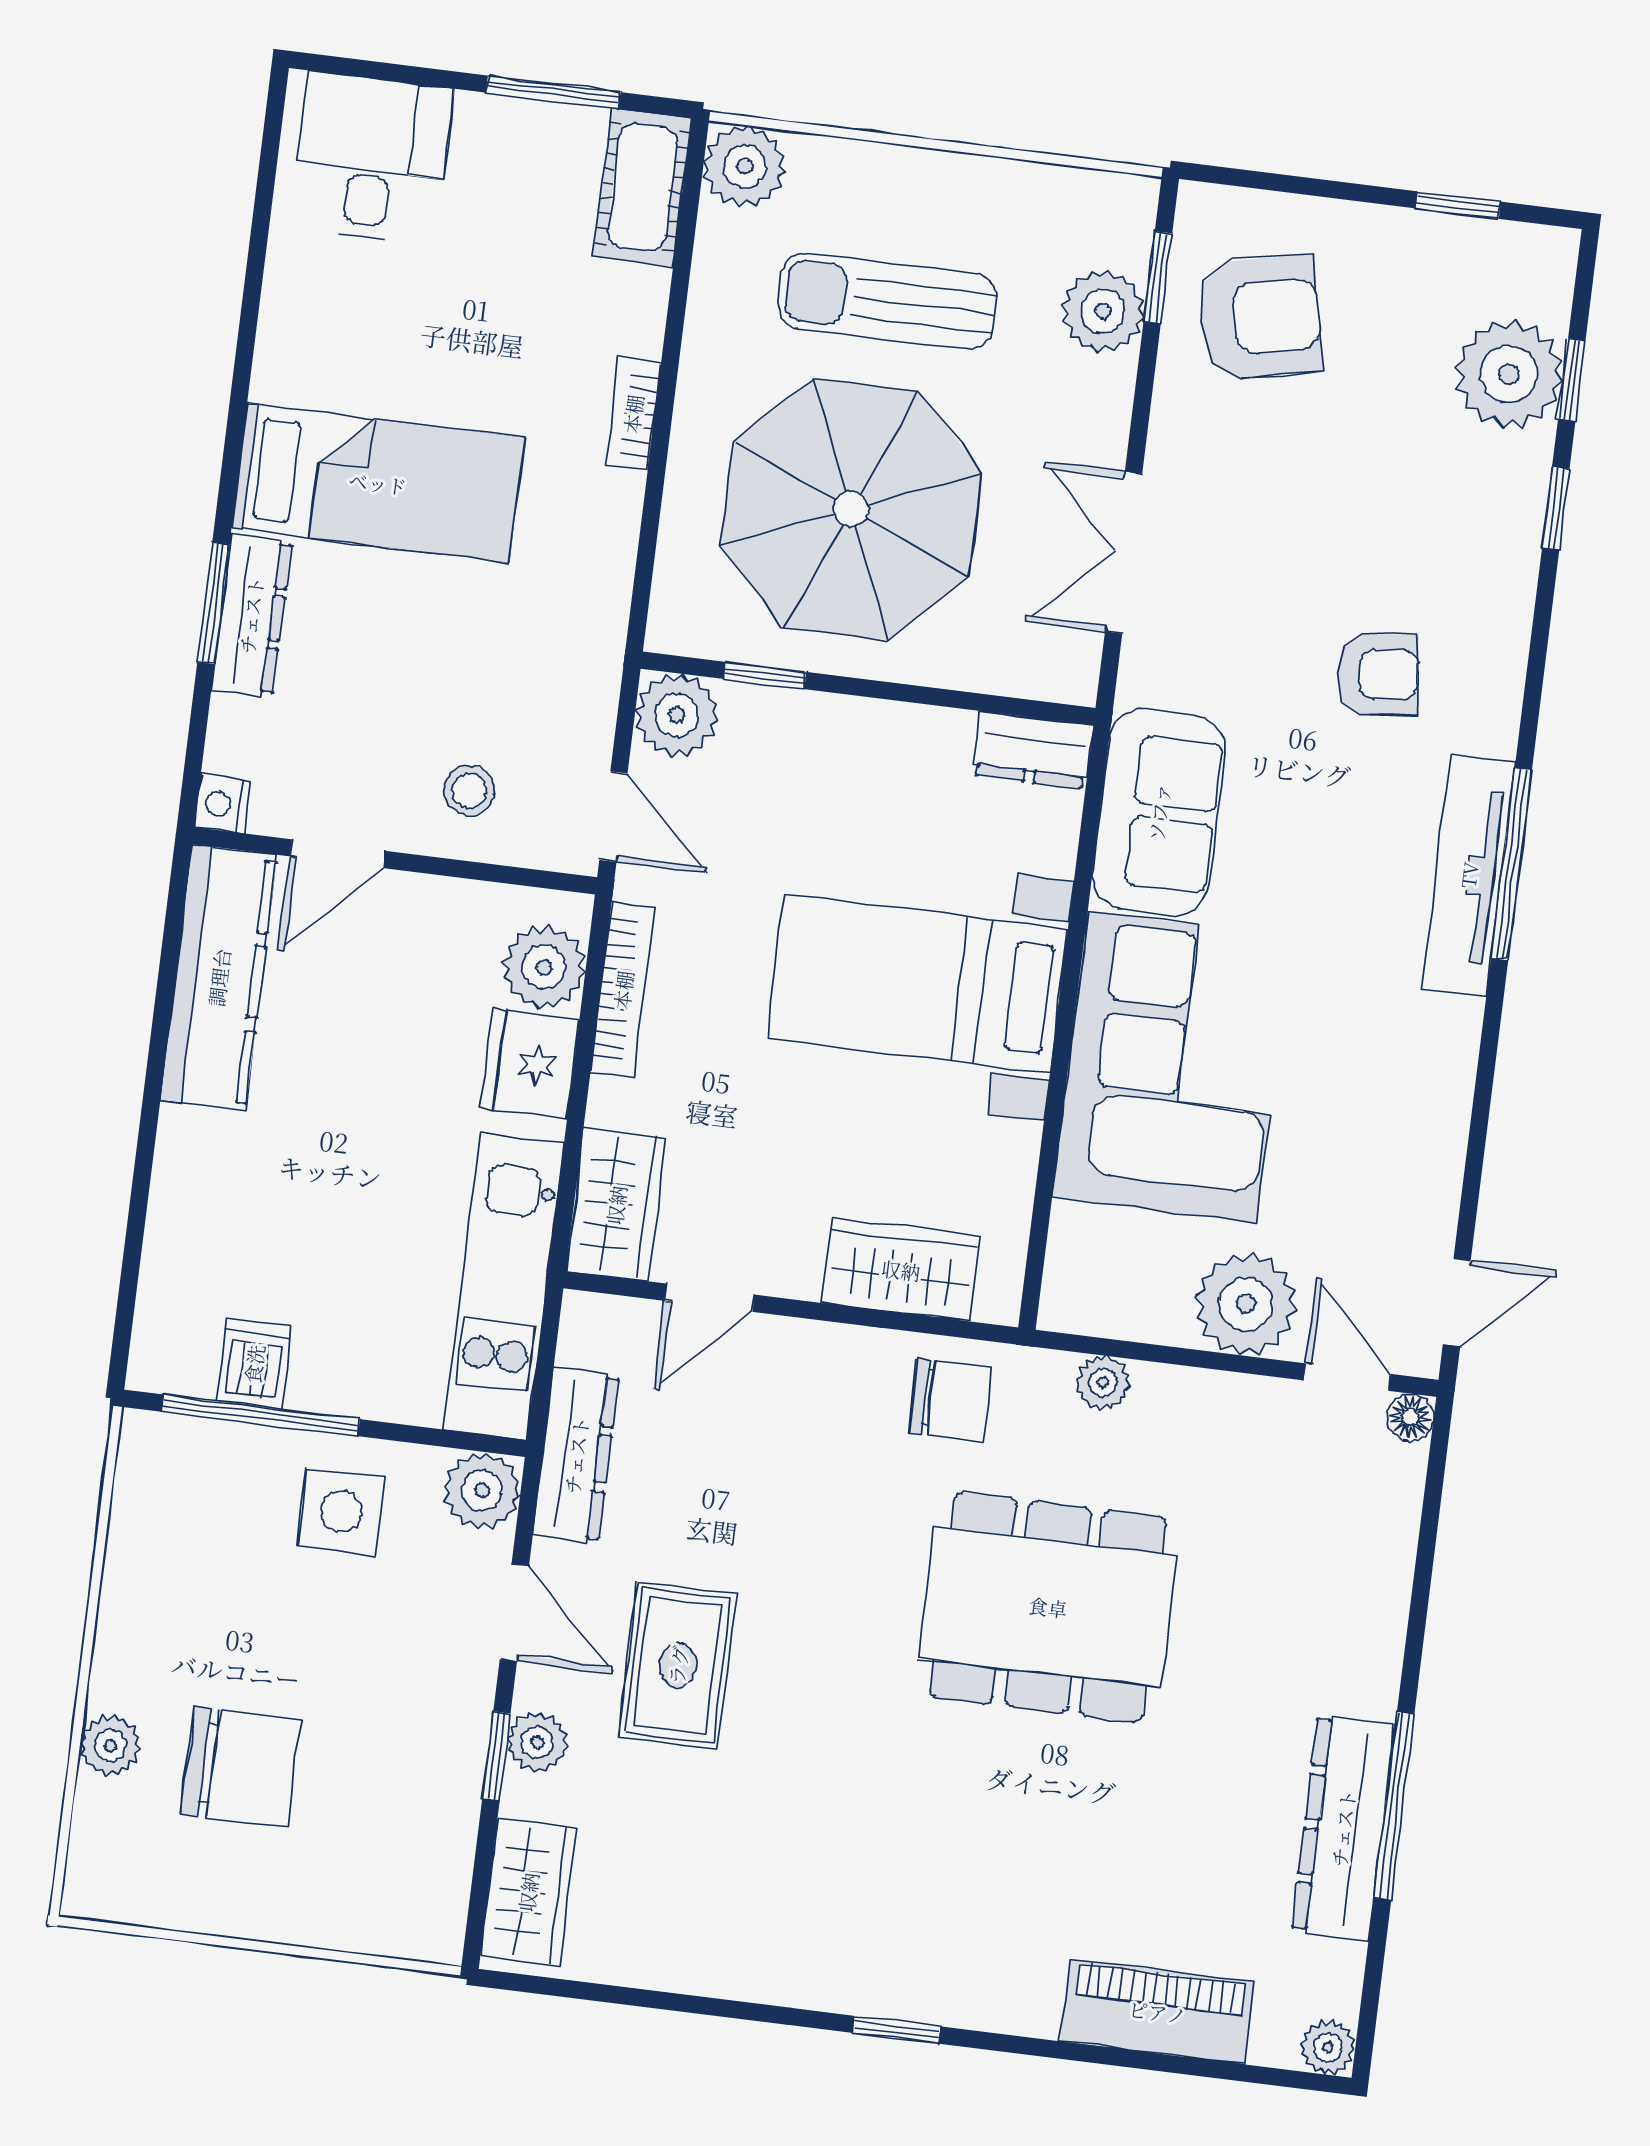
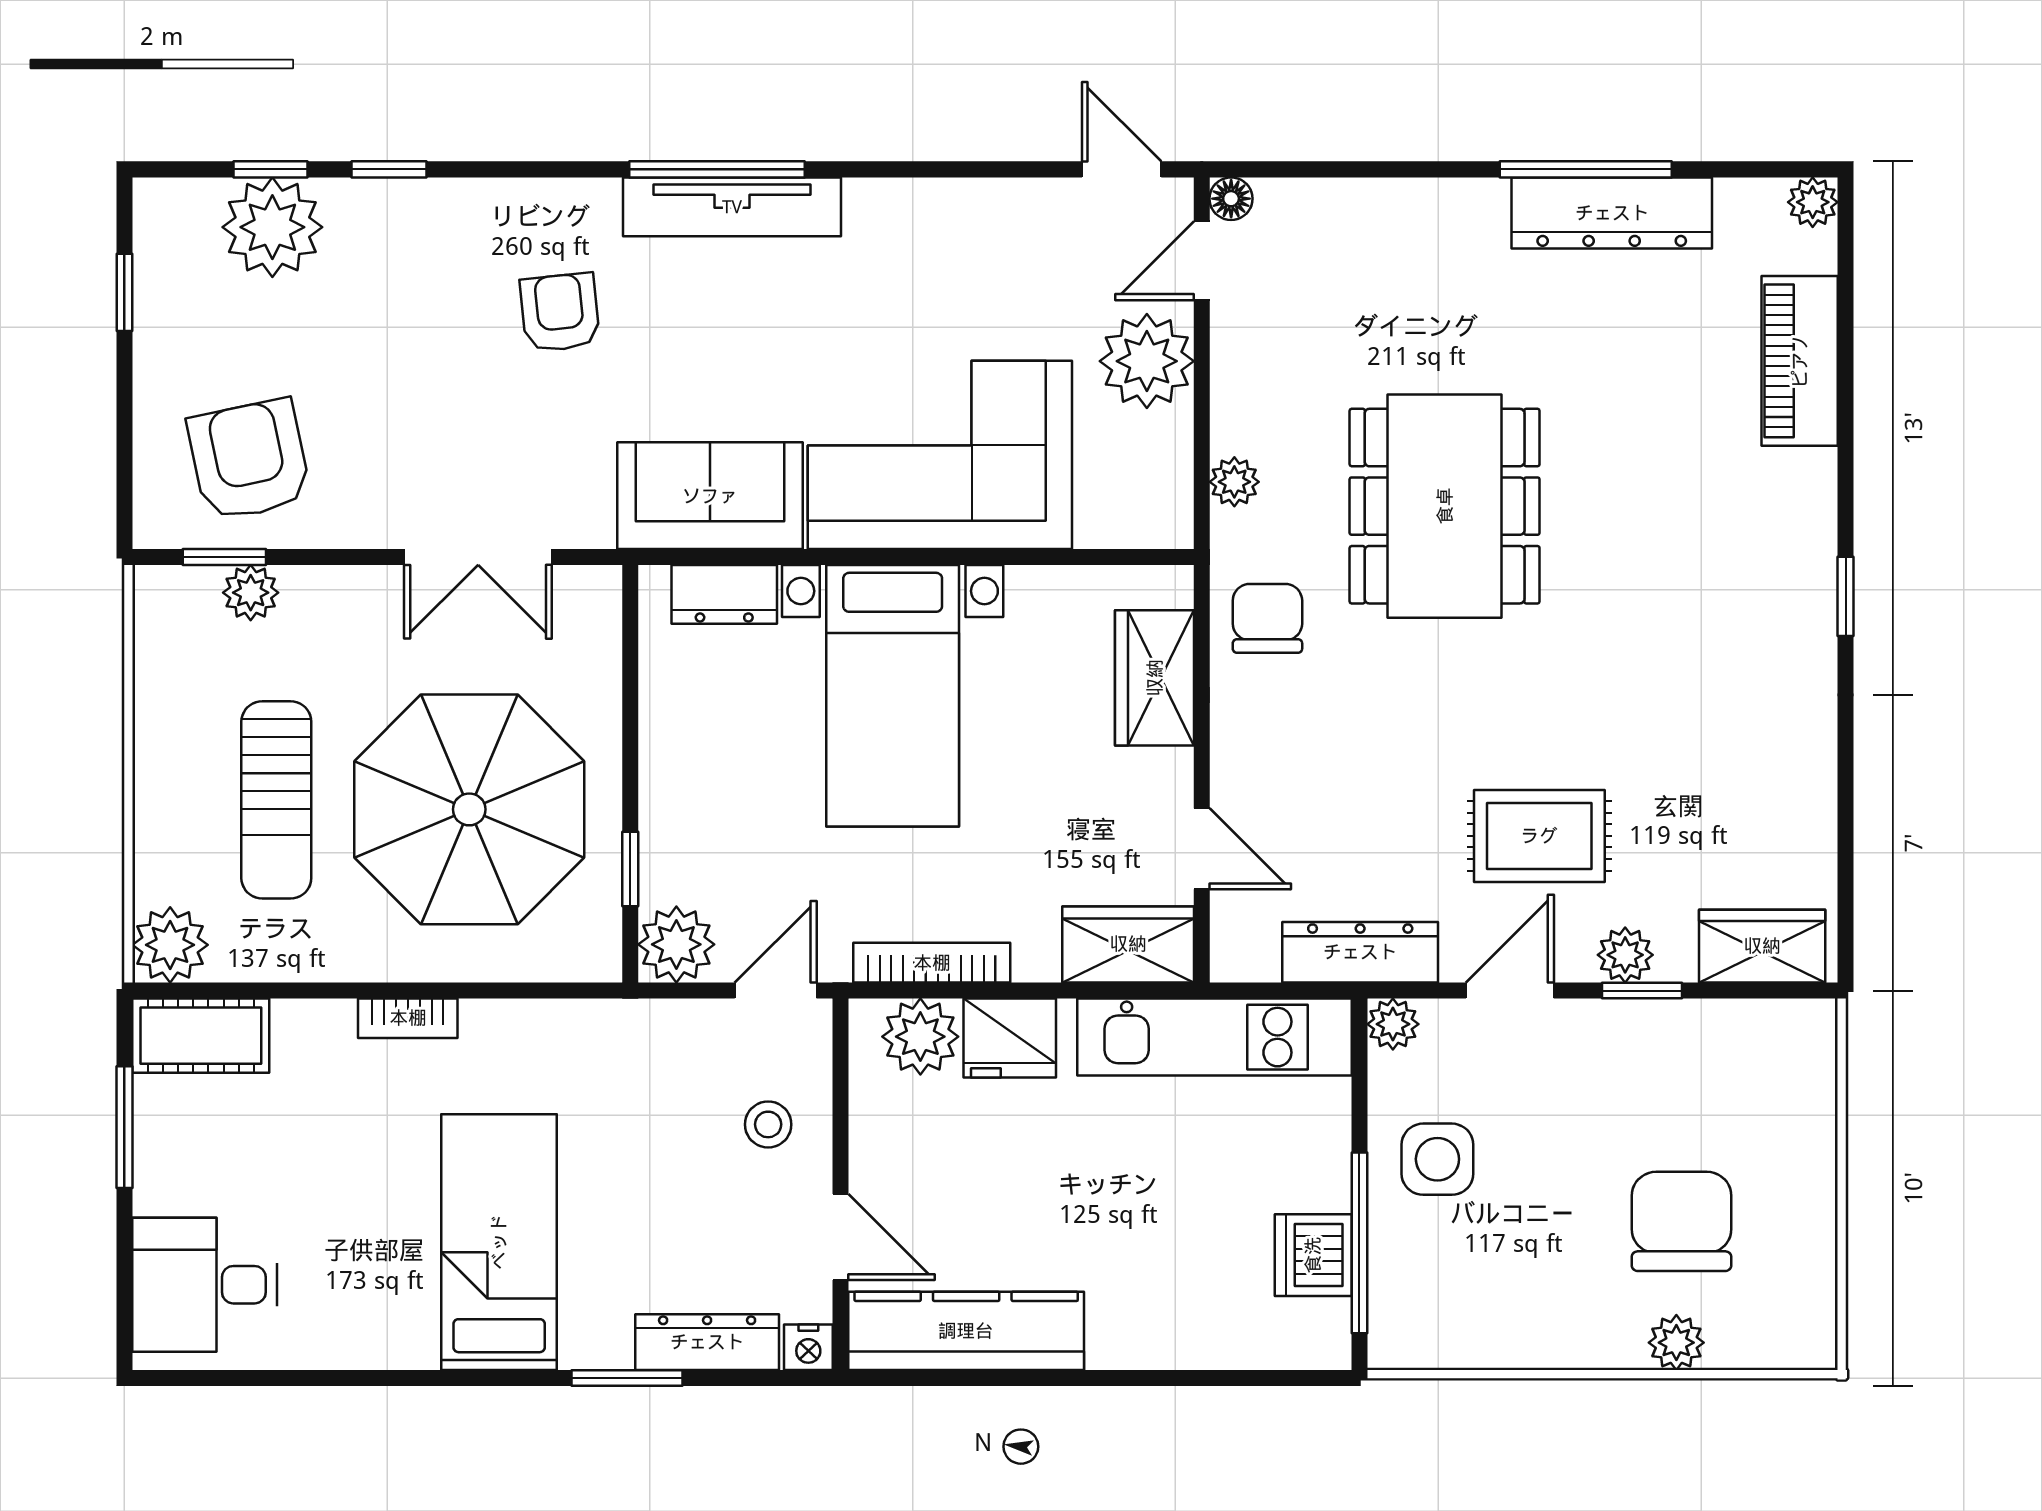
plant: (1103, 311) -> (251, 593), width x0.73, depth x0.73
dresser: (251, 615) -> (707, 1342), moved
dresser: (1032, 750) -> (724, 594), moved, turned 90
dishwasher: (254, 1364) -> (1313, 1255), width x1.38
plant: (482, 1490) -> (1393, 1024), width x0.73, depth x0.73

